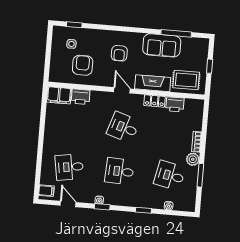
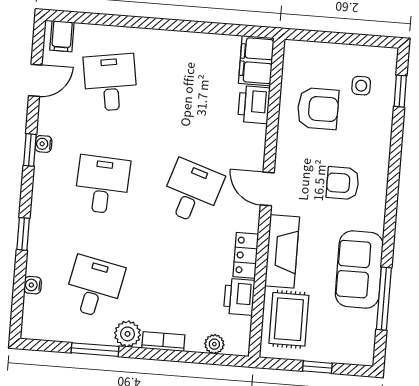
door: (122, 90) -> (267, 189), swing flipped
plant: (198, 117) -> (214, 344), added

